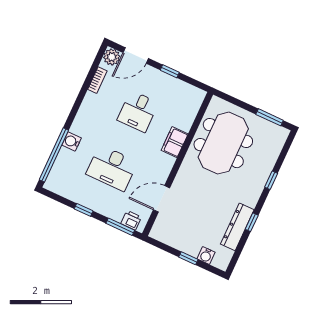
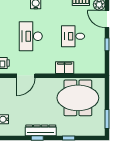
door: (161, 199) -> (26, 76), swing flipped
dresser: (237, 227) -> (41, 130), moved

